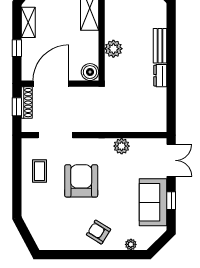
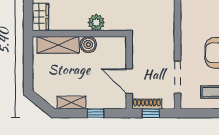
boiler: (90, 72) -> (88, 45), moved
door: (51, 84) -> (129, 81), width x0.73
plant: (122, 146) -> (188, 15), removed

